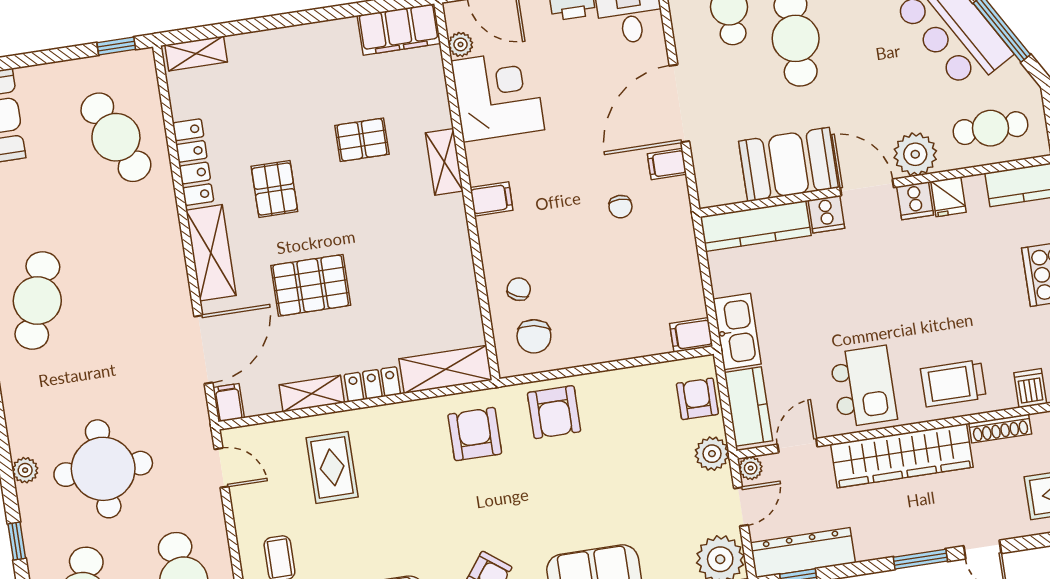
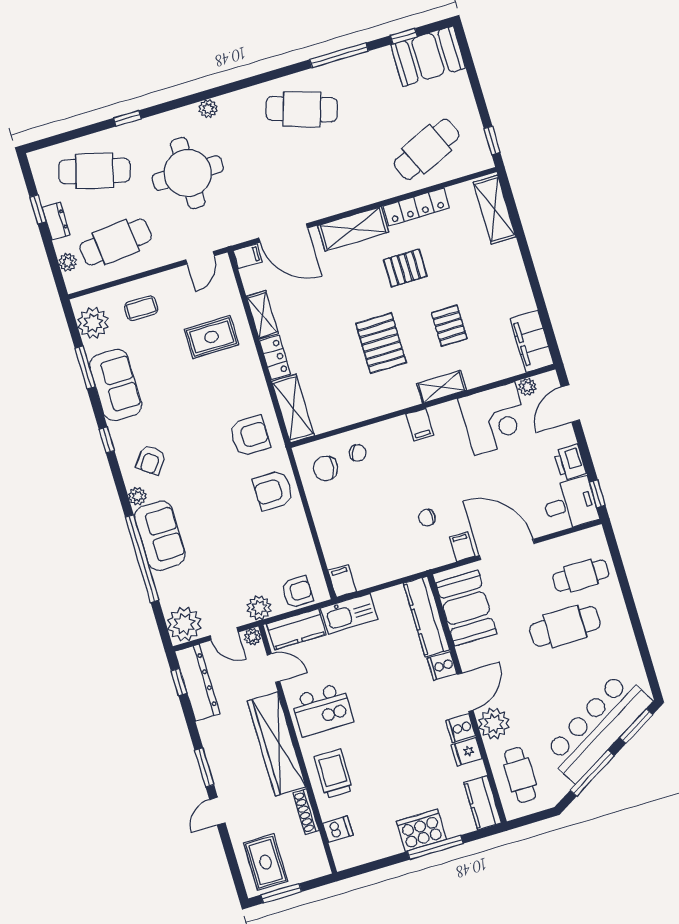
shelving: (196, 53) -> (495, 210), width x1.50, depth x1.33
booth: (789, 164) -> (466, 608), moved
pallet: (311, 285) -> (381, 343), moved
plant: (25, 470) -> (208, 109), moved

